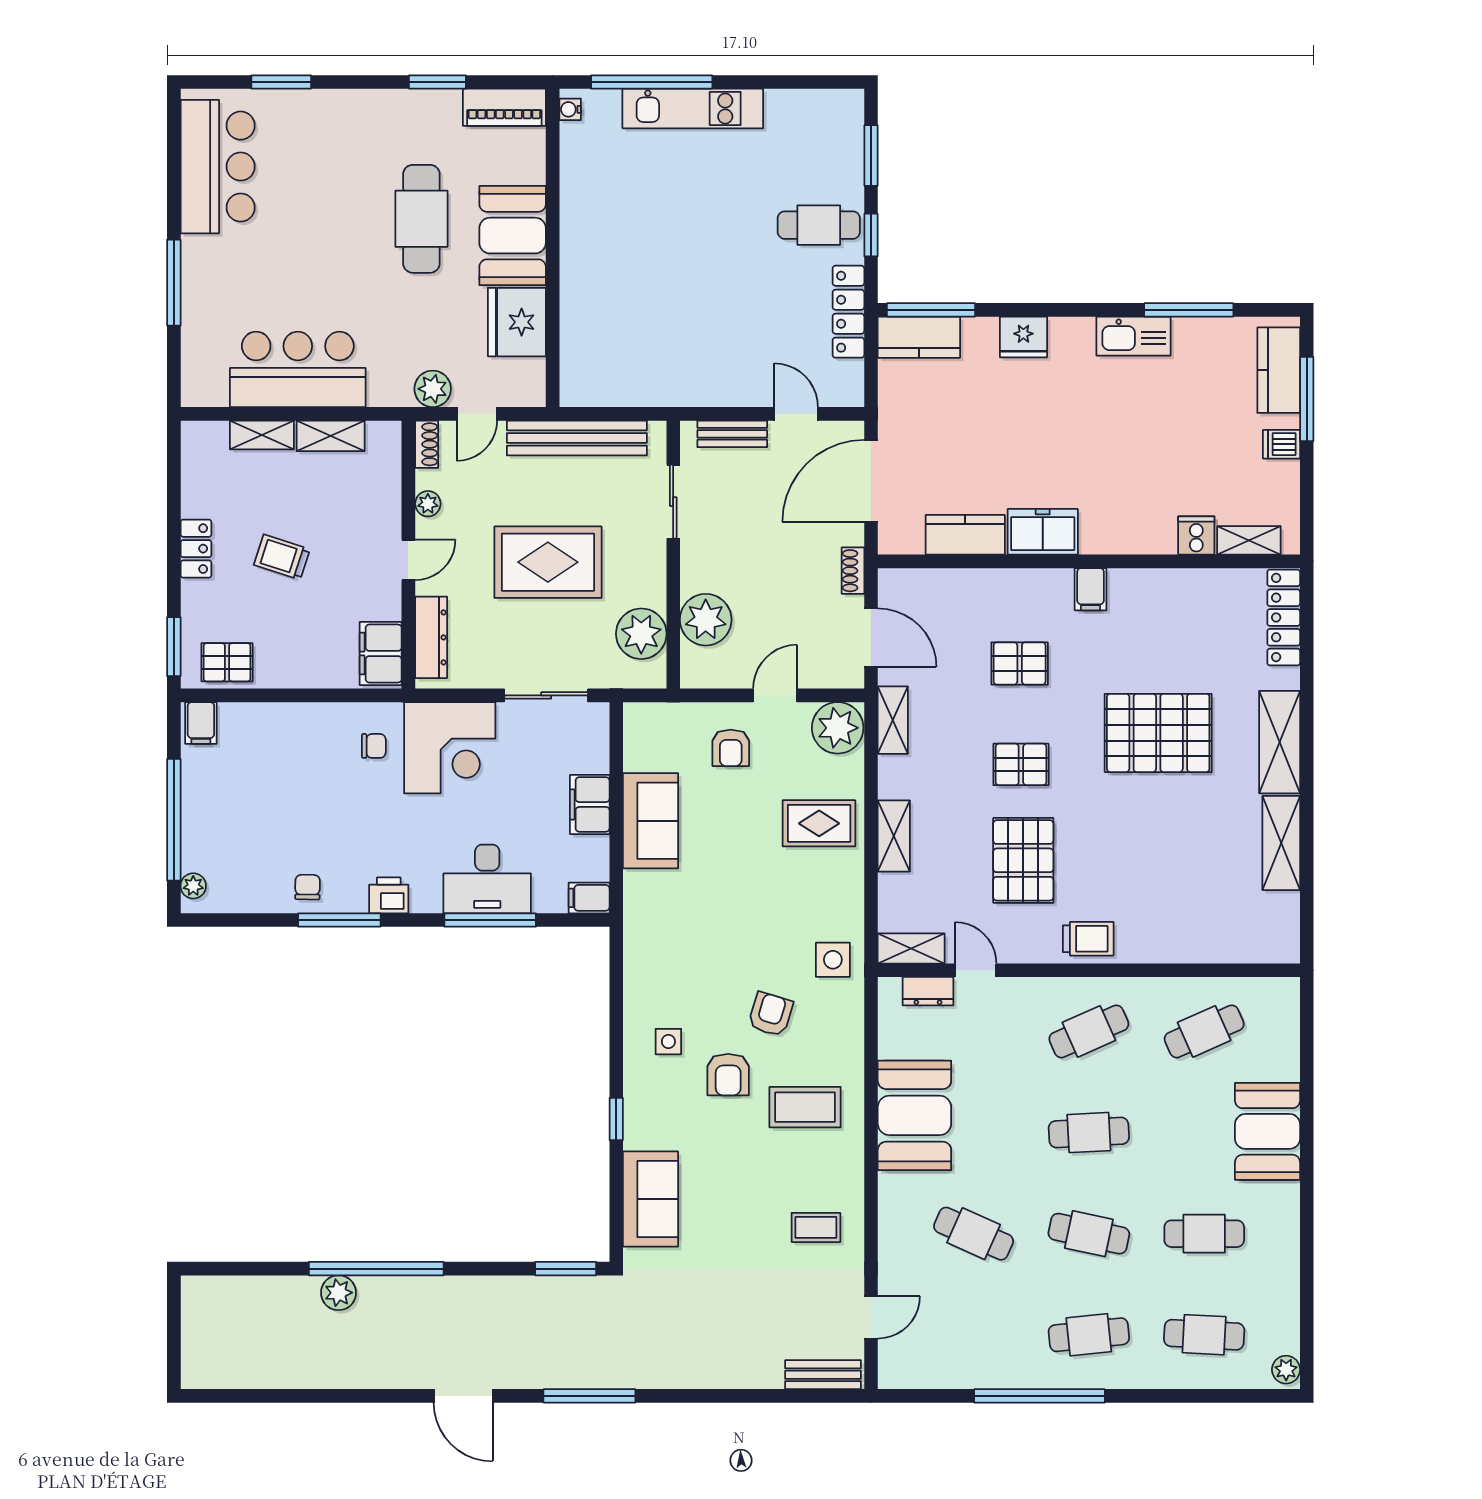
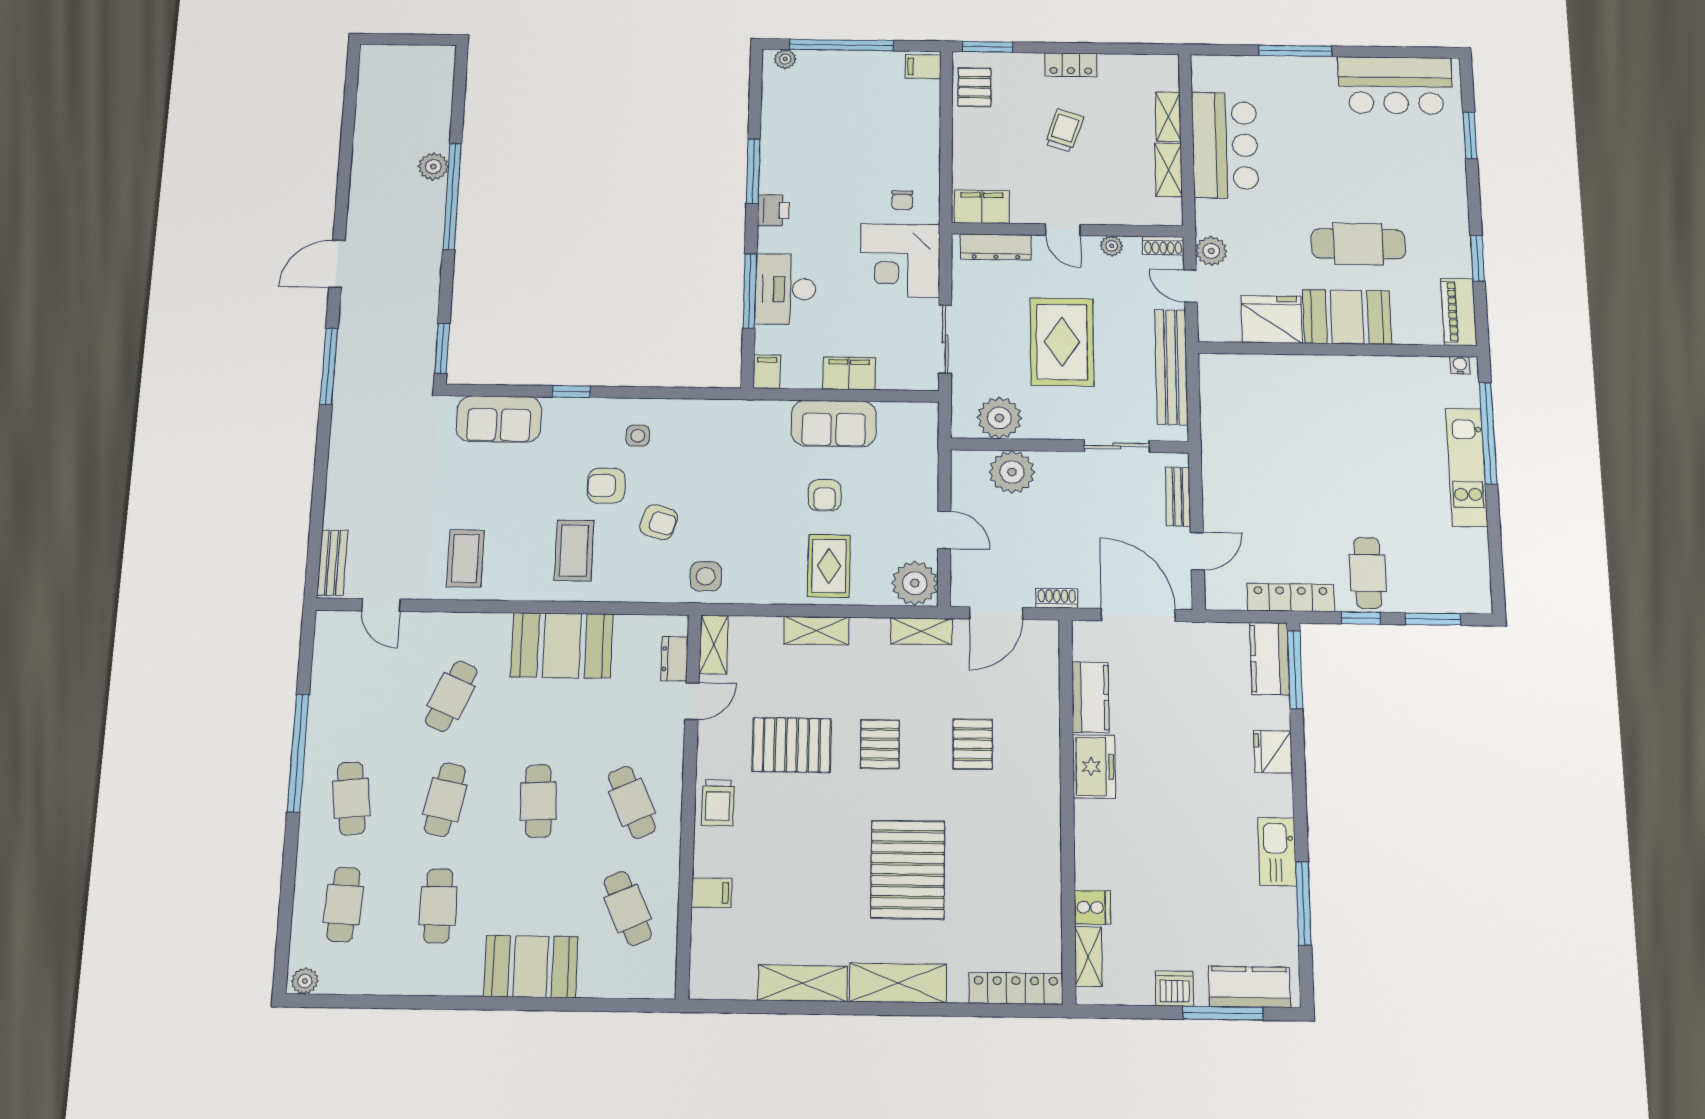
dishwasher: (1281, 444) -> (1175, 989), width x1.38
filing cabinet: (1091, 589) -> (712, 893), moved, turned 180
armchair: (731, 748) -> (825, 495), moved, turned -90
chair: (308, 887) -> (782, 147), removed
coffee table: (816, 1227) -> (465, 558), width x1.36, depth x1.30

